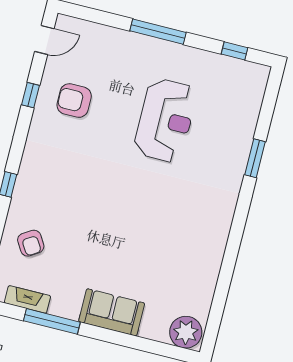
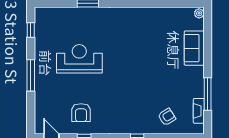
sofa: (112, 312) -> (194, 48), moved
plant: (186, 332) -> (199, 13), width x0.53, depth x0.53

